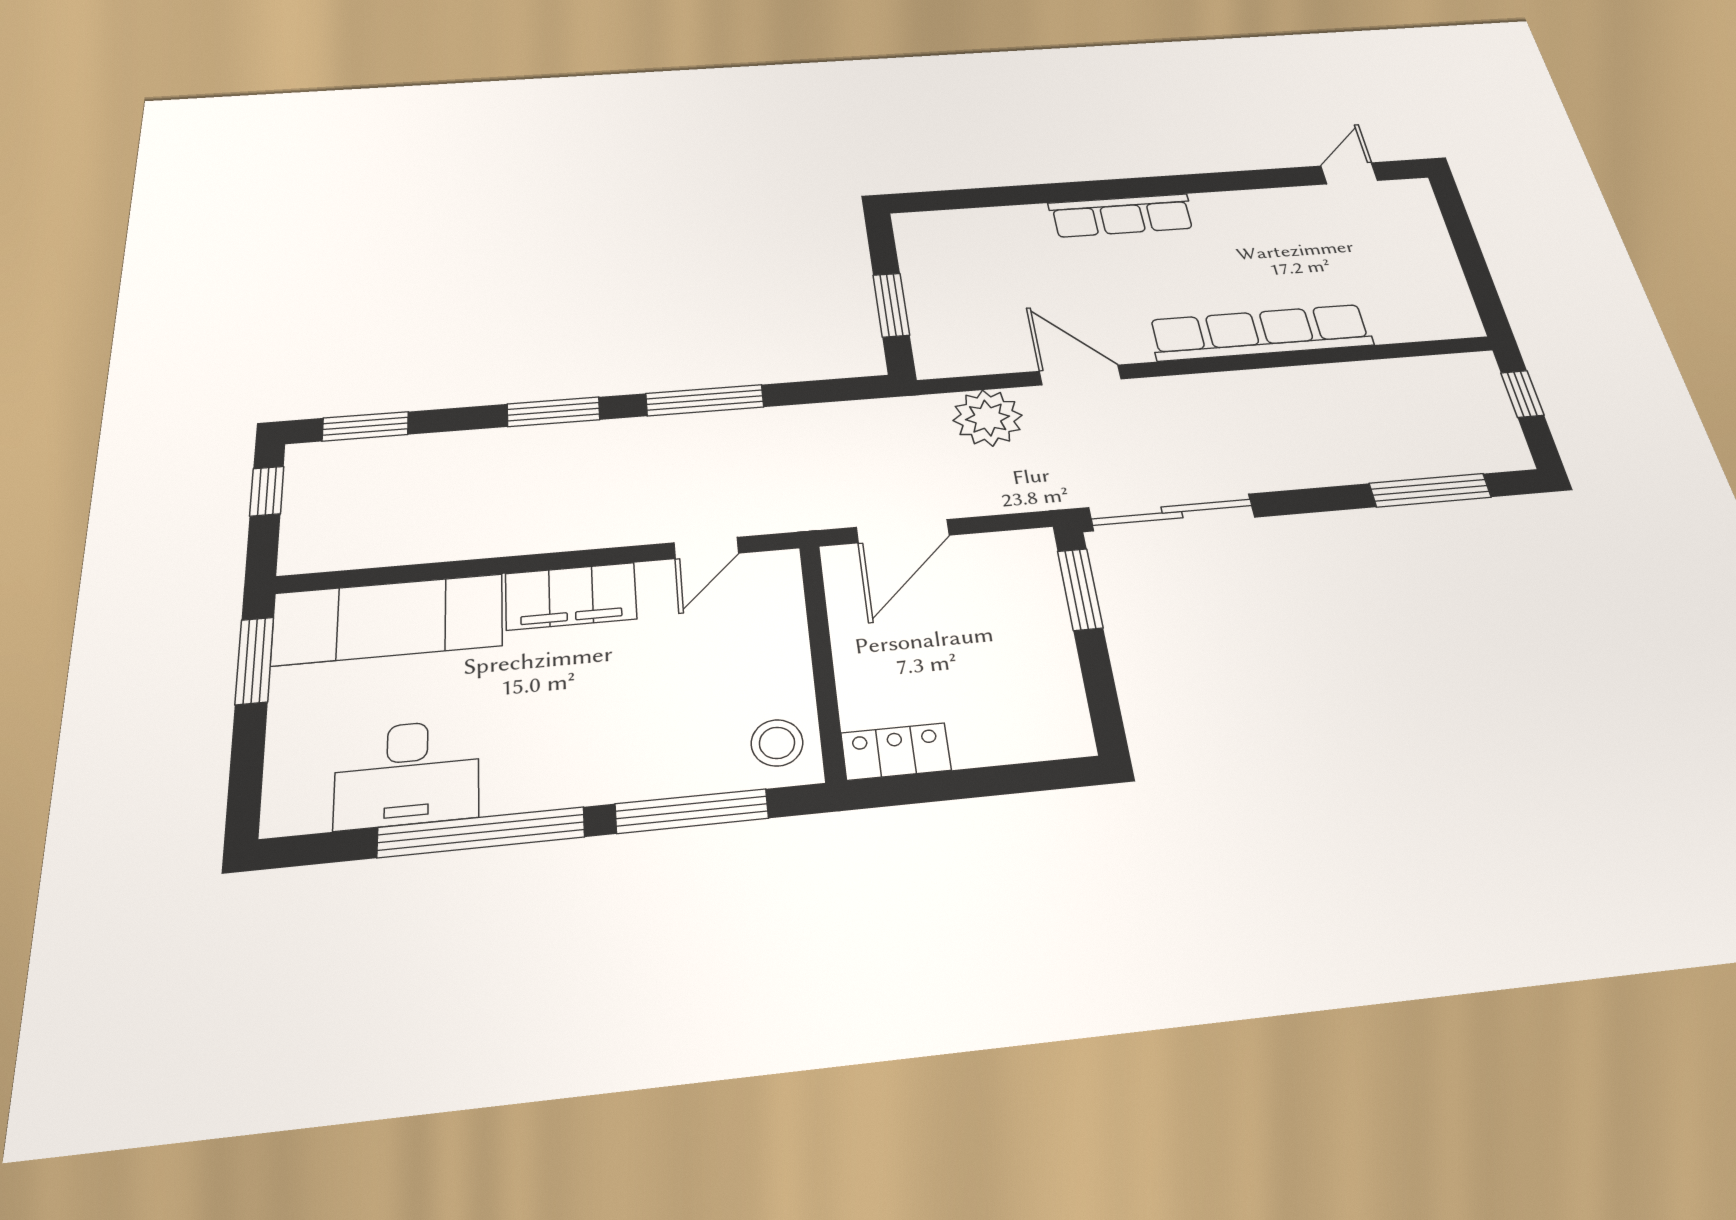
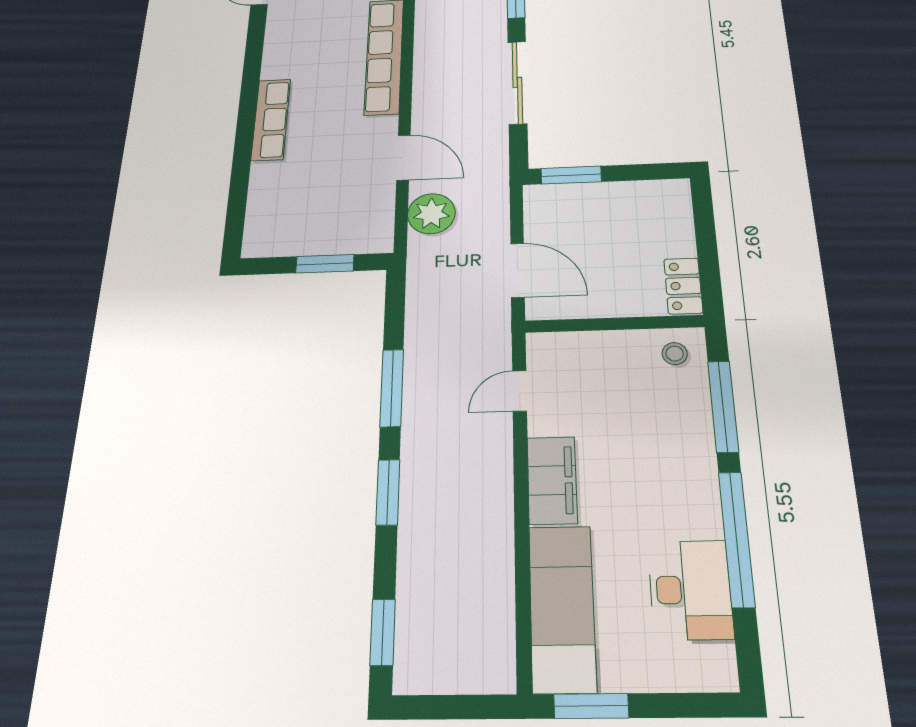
door: (1080, 375) -> (403, 158), swing flipped
window: (267, 491) -> (436, 707), removed
sliding door: (1172, 512) -> (517, 82), moved
door: (706, 548) -> (520, 391), swing flipped
stool: (777, 743) -> (675, 354), width x0.73, depth x0.73

